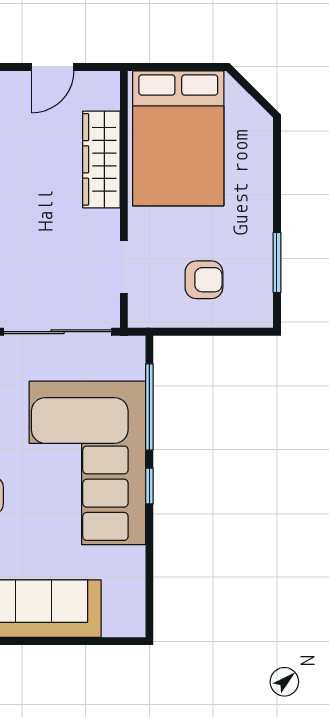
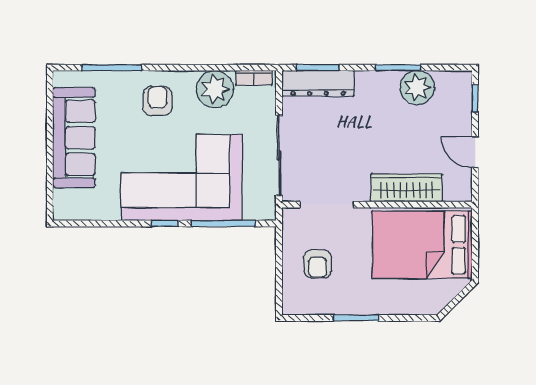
window: (277, 262) -> (356, 318), moved
doorway: (124, 267) -> (327, 205), width x1.38

